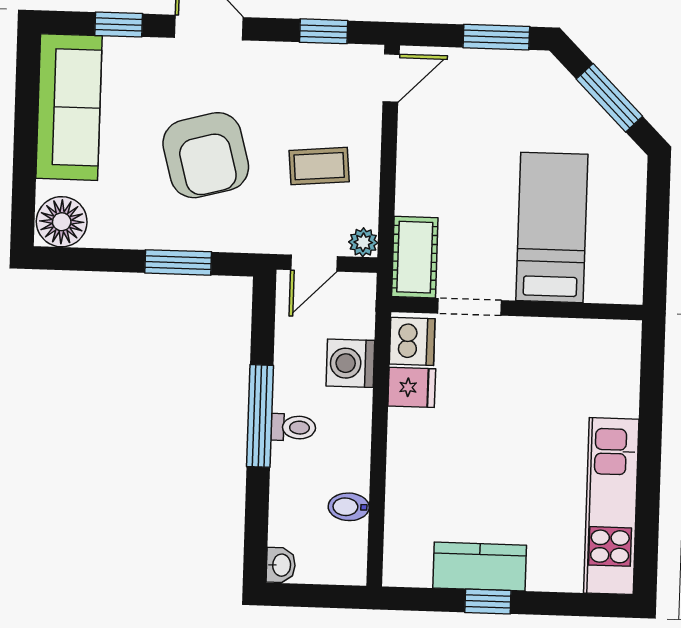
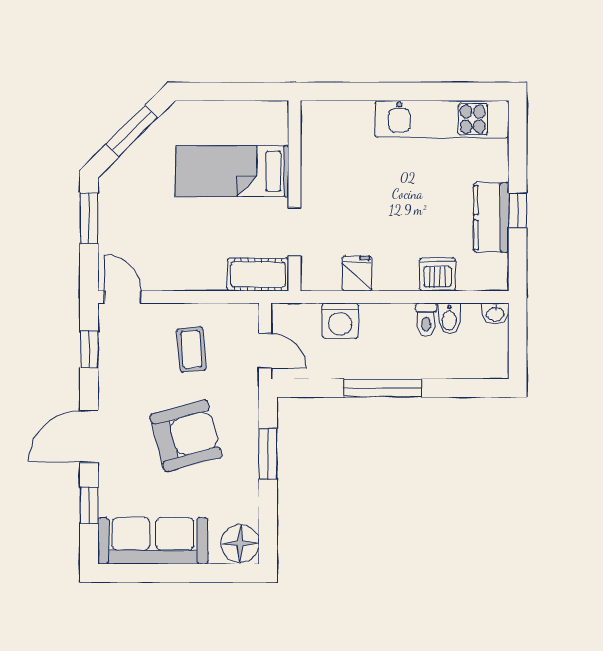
plant: (363, 242) -> (248, 314), removed
dishwasher: (412, 341) -> (437, 274), moved
toilet: (293, 427) -> (426, 320), moved, turned 180
washbasin: (281, 565) -> (495, 314), moved, turned 180

